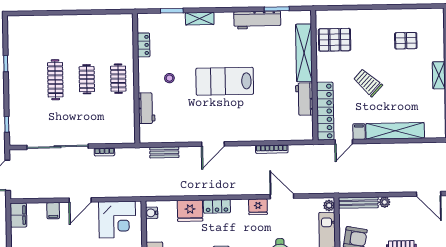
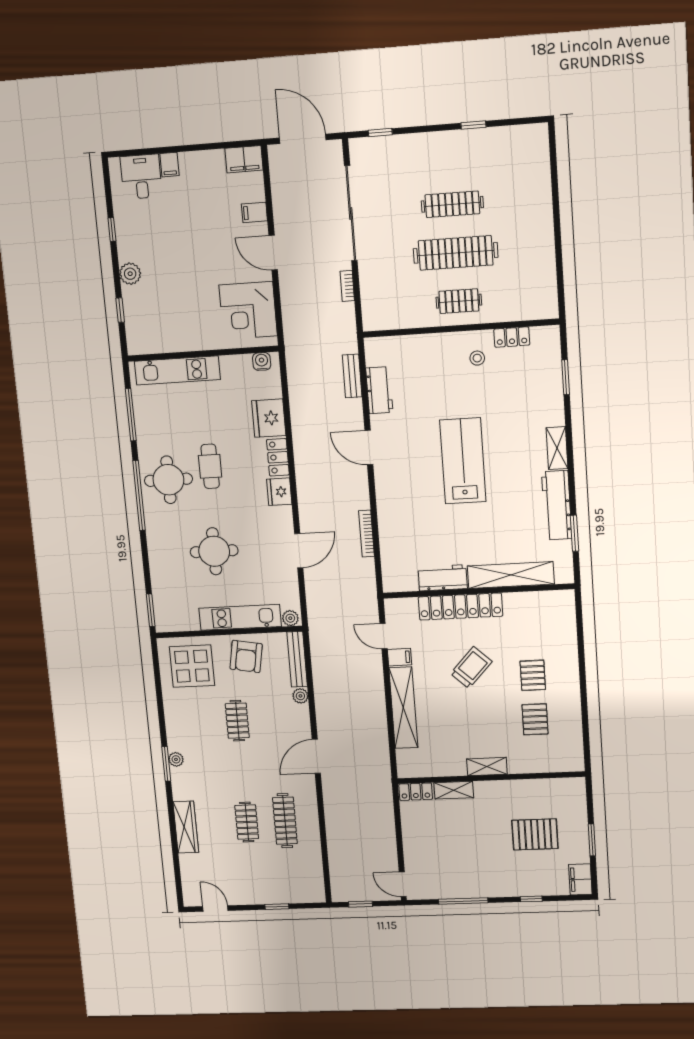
shelving: (200, 19) -> (557, 448), moved
pallet: (335, 40) -> (533, 675), moved, width x0.67, depth x0.71
stool: (169, 78) -> (477, 358), moved
clothes rail: (87, 79) -> (456, 253), width x1.86, depth x1.31
workbench: (147, 108) -> (379, 390), moved, turned -90
locker: (325, 111) -> (460, 607), moved
fridge: (258, 207) -> (279, 492), moved

